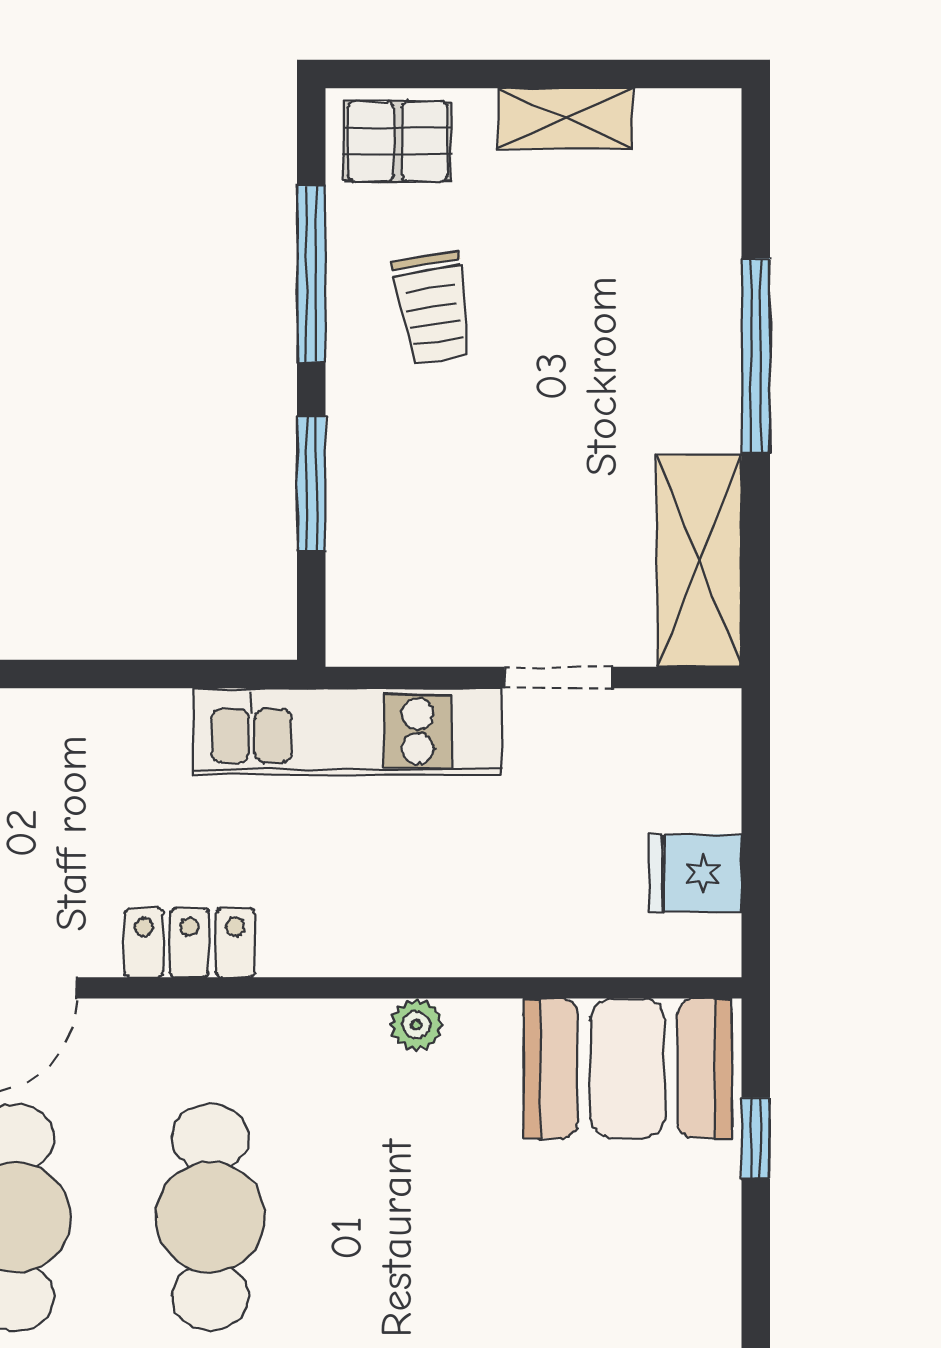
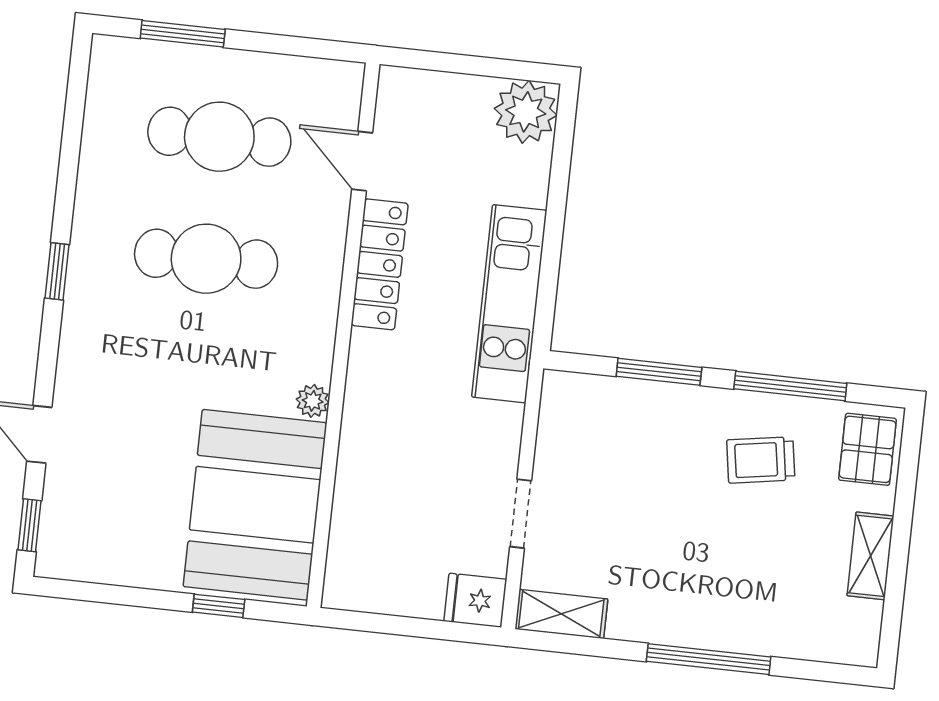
shelving: (699, 561) -> (561, 614), width x0.67, depth x0.75
kitchen unit: (347, 731) -> (509, 304), moved
fridge: (696, 873) -> (475, 600), moved, turned -90
locker: (190, 943) -> (380, 264), width x1.53
booth: (628, 1068) -> (255, 505), width x1.36, depth x1.42

